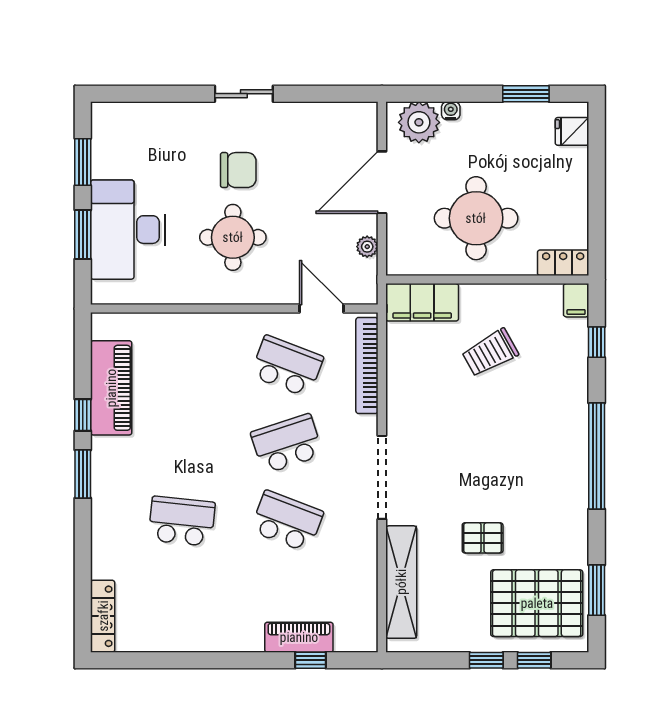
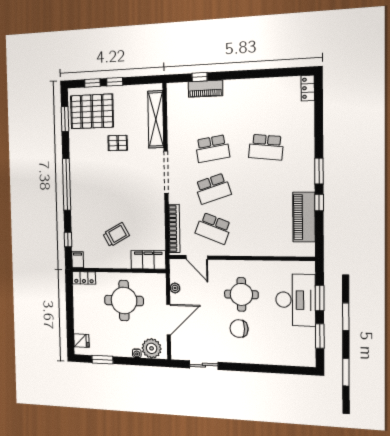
sliding door: (244, 94) -> (204, 365), moved
school desk: (287, 521) -> (212, 149), turned -30
locker: (103, 616) -> (308, 88), width x0.66

